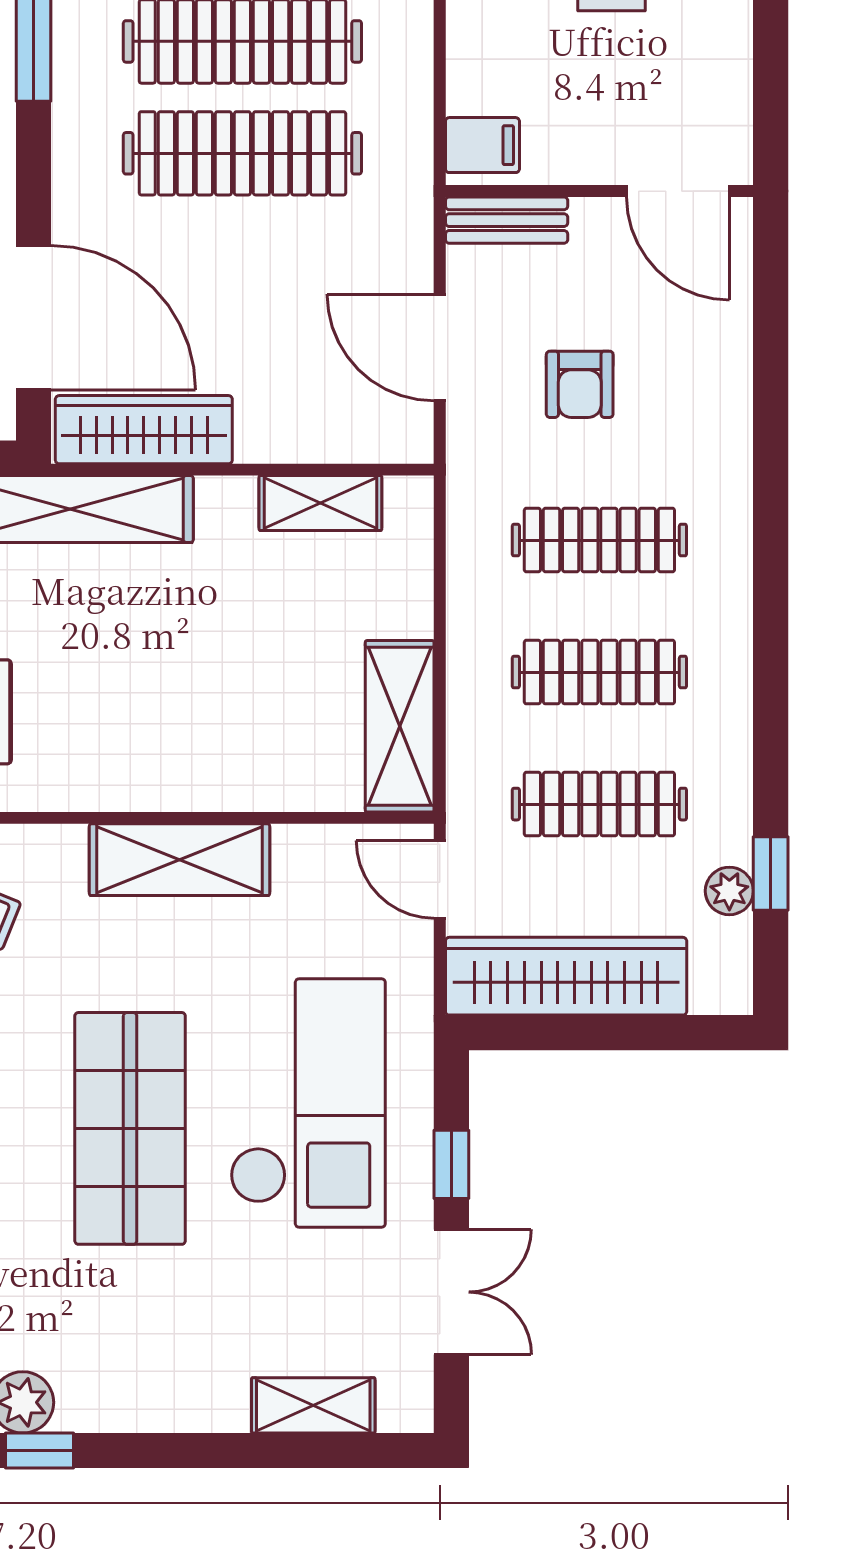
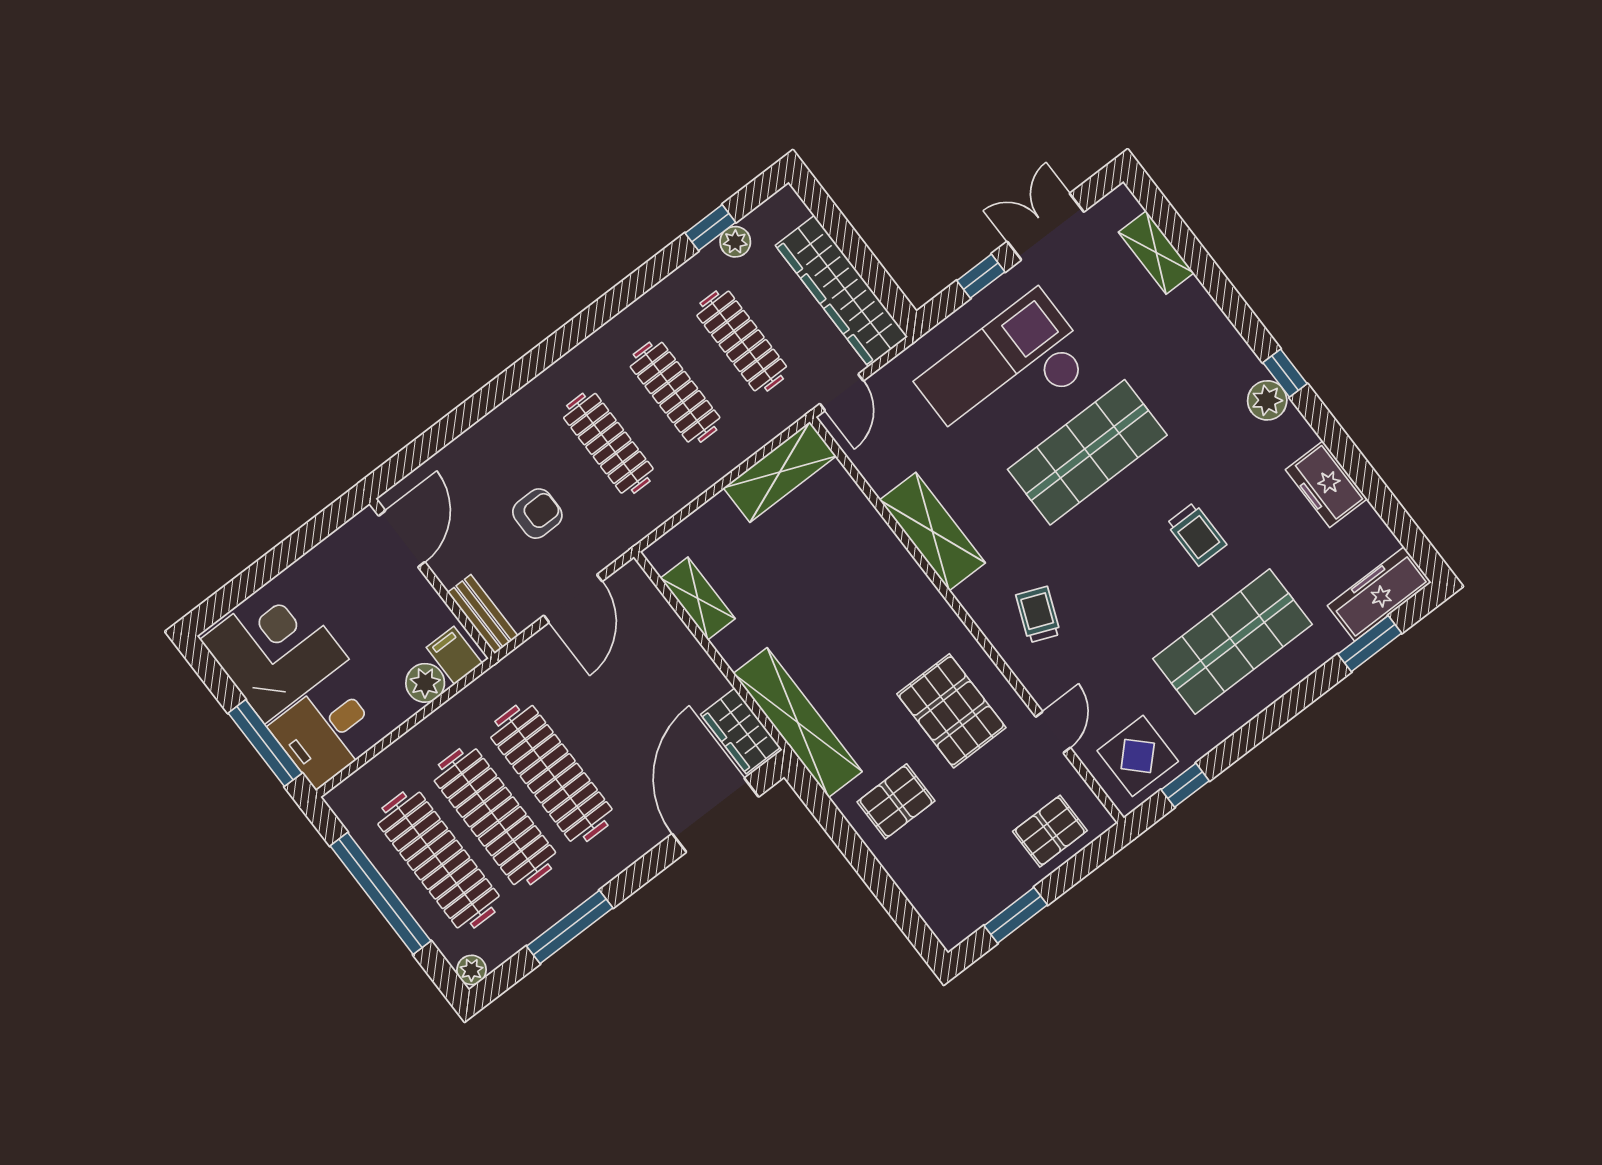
plant: (476, 82) -> (425, 683), added
wardrobe: (144, 430) -> (741, 731), width x0.67

